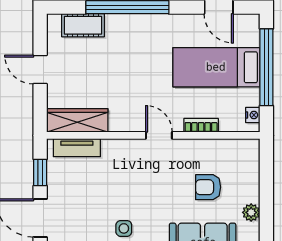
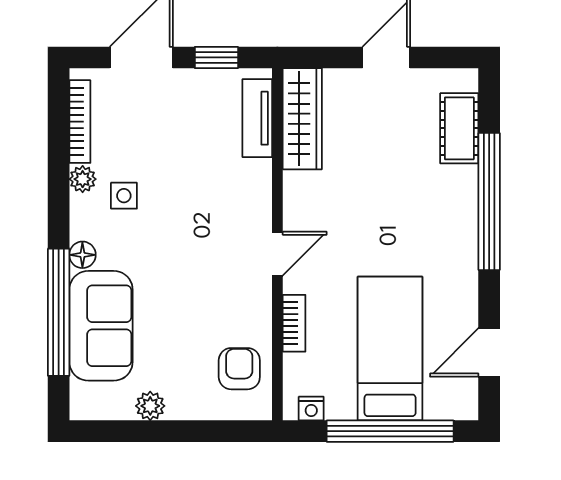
armchair: (208, 187) -> (239, 369), moved

